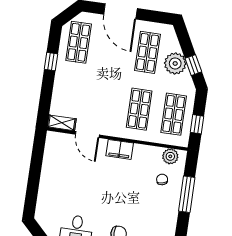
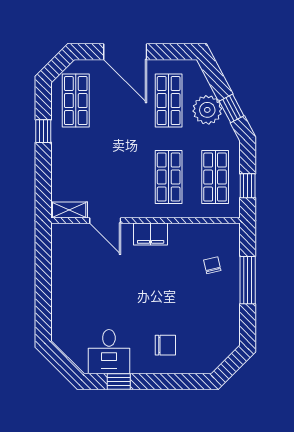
plant: (170, 156) -> (219, 233), removed

